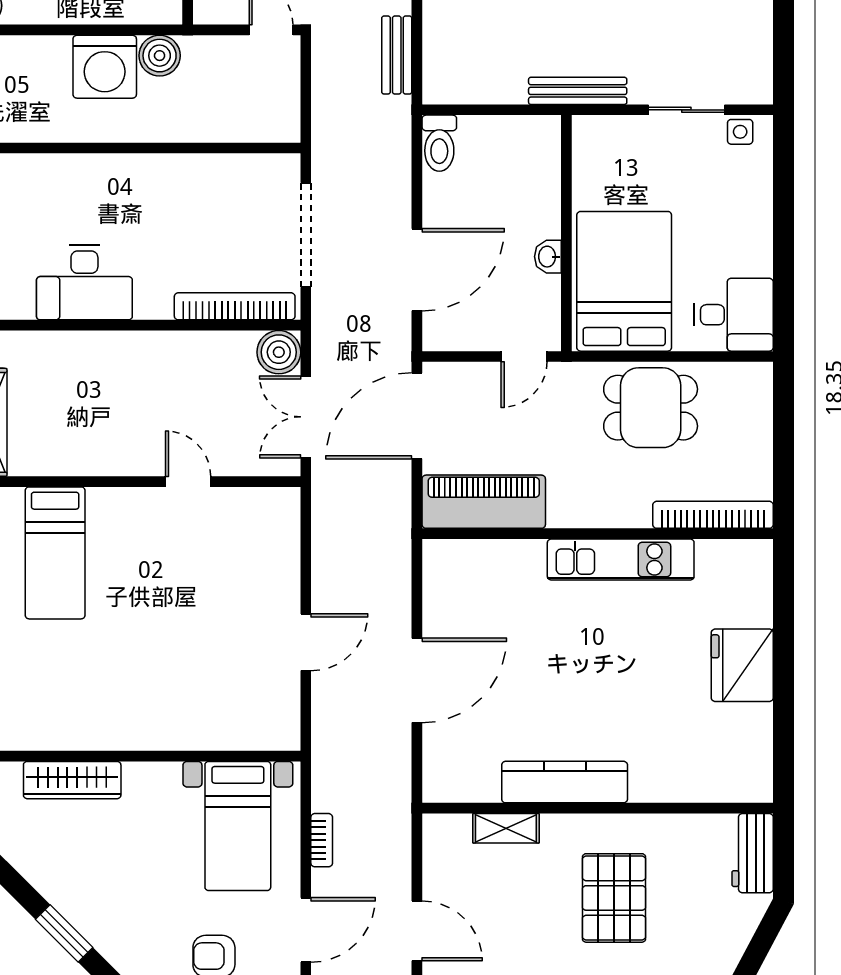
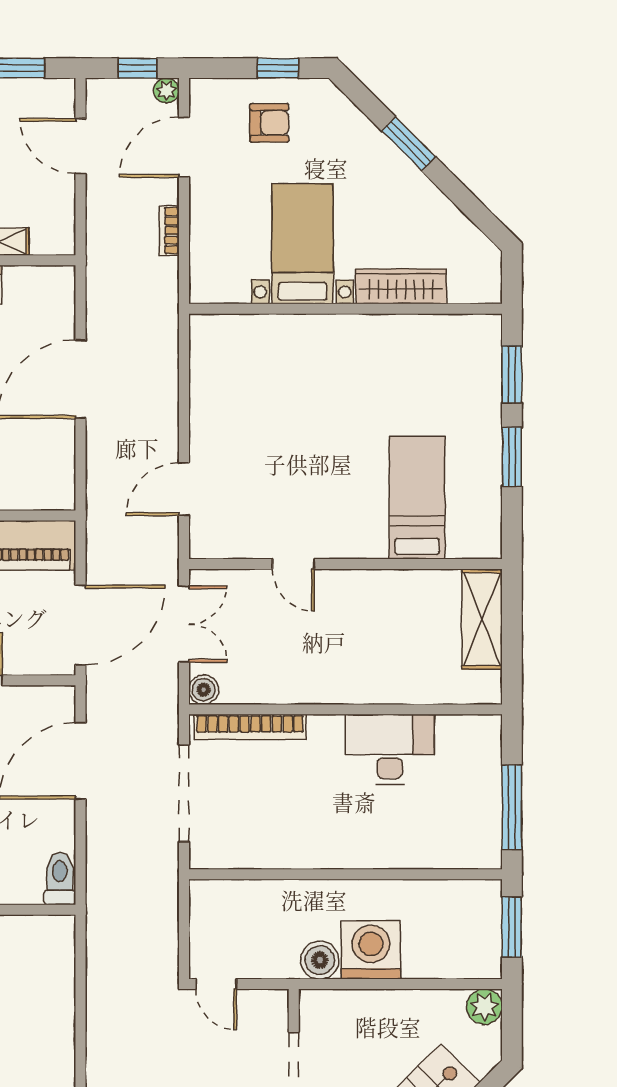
bench: (397, 55) -> (99, 961), removed
boiler: (279, 352) -> (204, 690), width x0.73, depth x0.73
door: (306, 642) -> (184, 489), moved
bed with nightstands: (238, 826) -> (302, 244), moved

